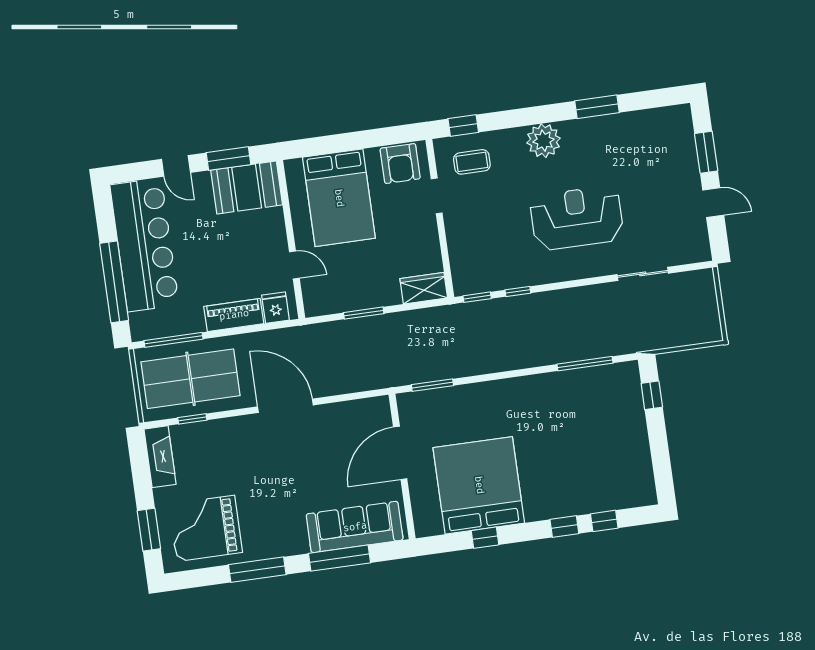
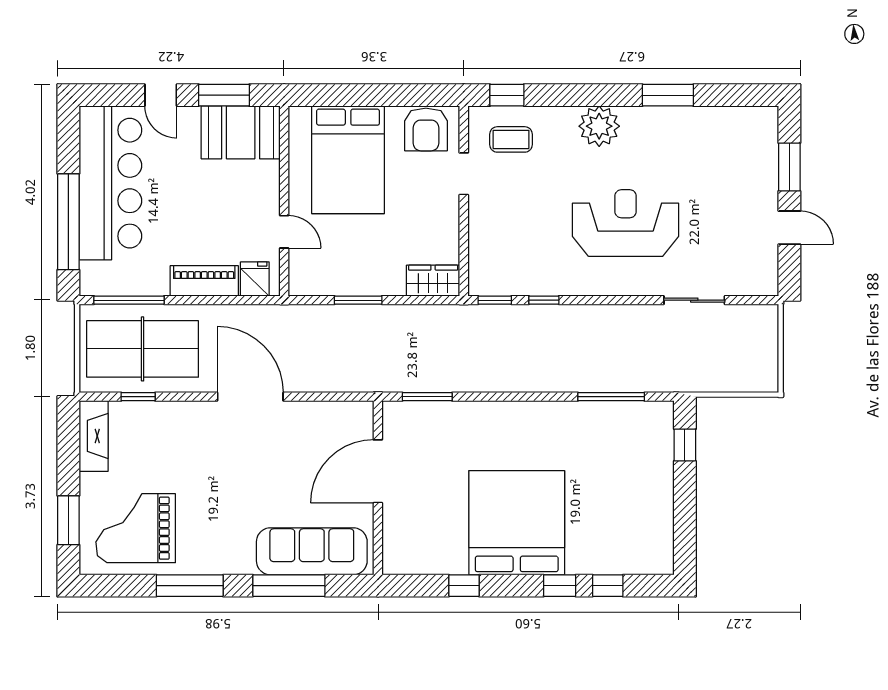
bed: (479, 485) -> (517, 523), moved

